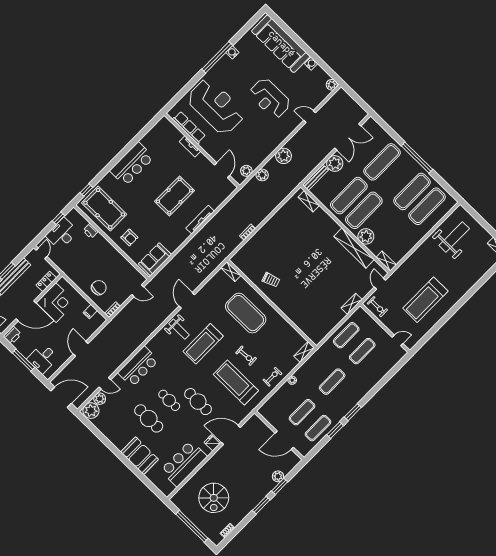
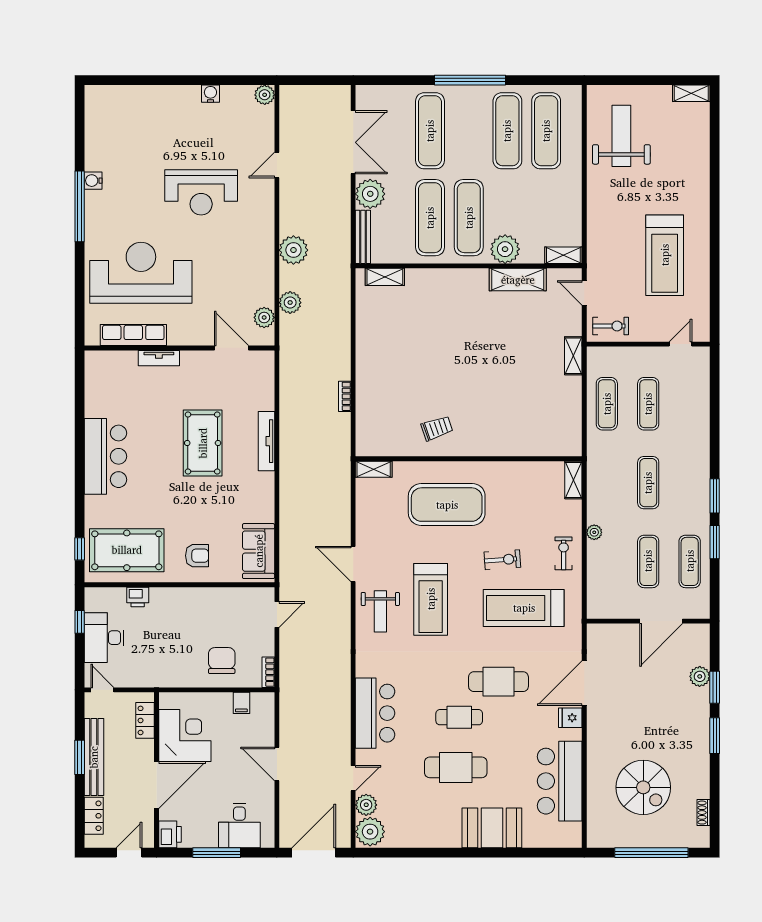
sofa: (281, 44) -> (145, 107), removed
shelving: (354, 248) -> (518, 280), width x0.68
weight bench: (179, 329) -> (380, 611), turned 90

